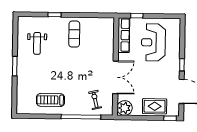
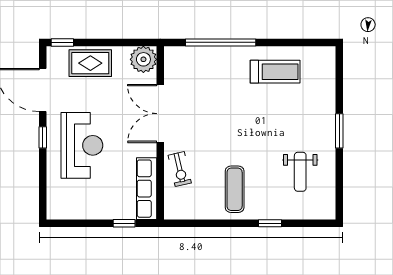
reception desk: (153, 42) -> (82, 145), moved
weight bench: (37, 43) -> (300, 172), turned 180
exercise bike: (95, 100) -> (180, 169), moved

